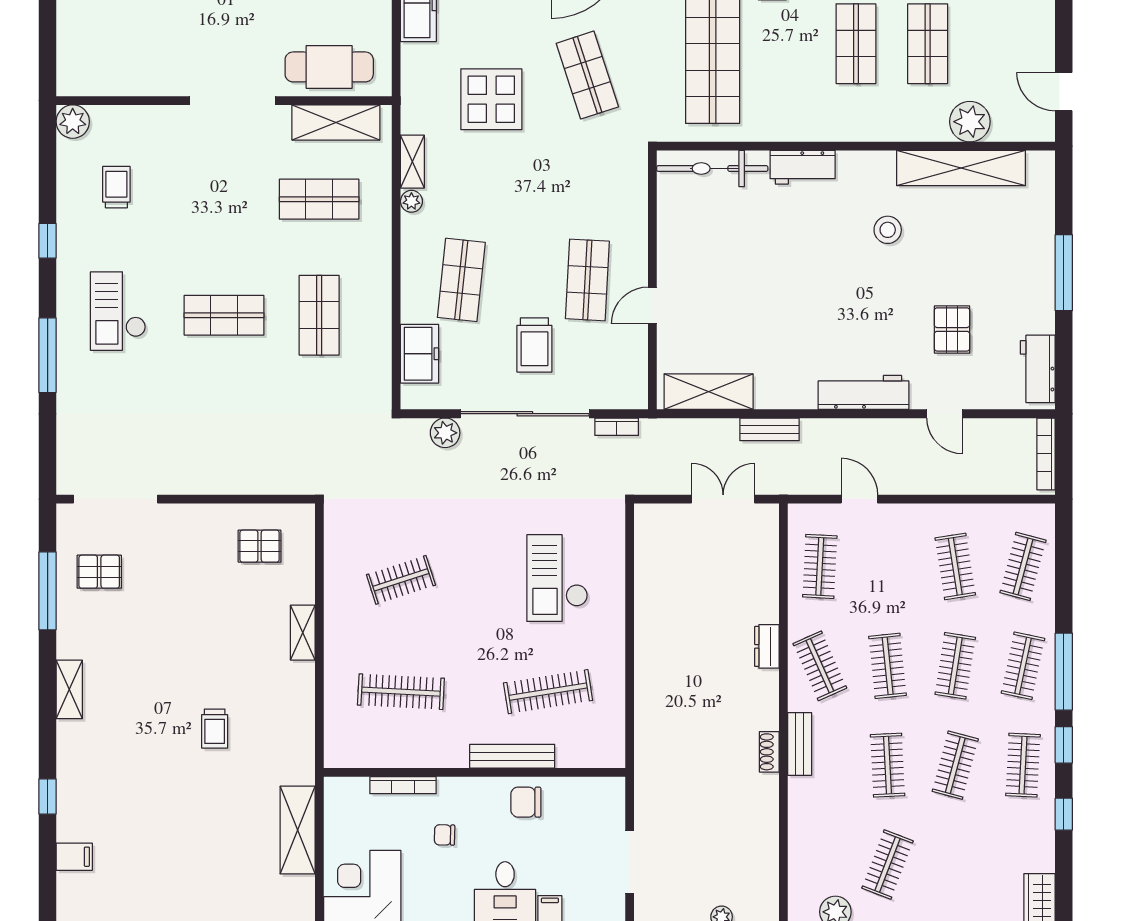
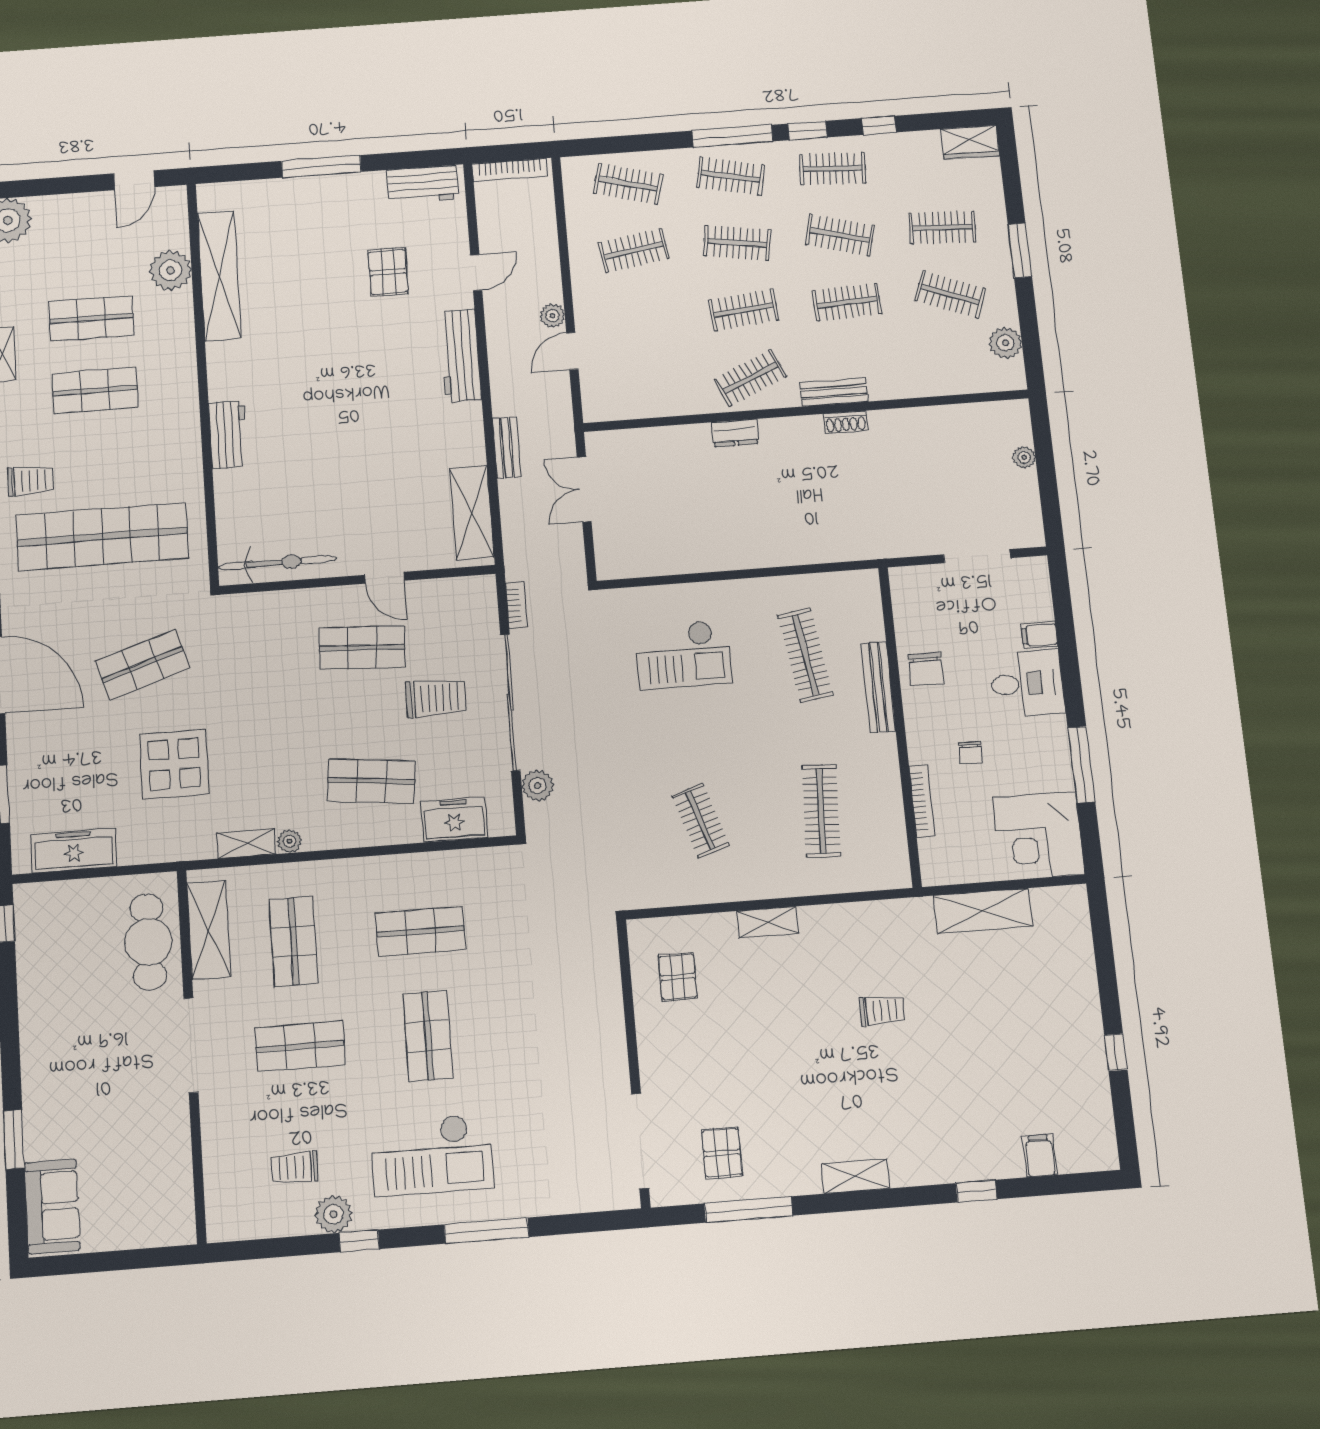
plant: (73, 122) -> (333, 1214), moved
bicycle: (712, 168) -> (277, 563), moved, turned -90
shop shelf: (224, 199) -> (300, 1046), added
stool: (888, 230) -> (288, 344), removed
checkout: (118, 311) -> (432, 1155), width x1.36, depth x1.21
pallet: (952, 329) -> (388, 272), turned 90
plant: (896, 483) -> (552, 316), added
clothes rail: (820, 566) -> (942, 227), moved

